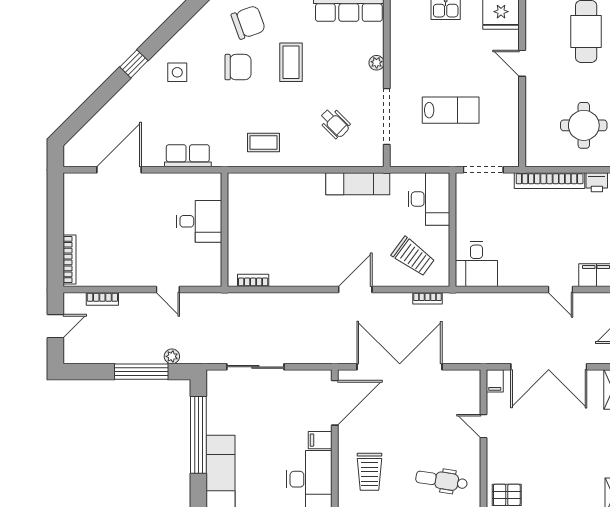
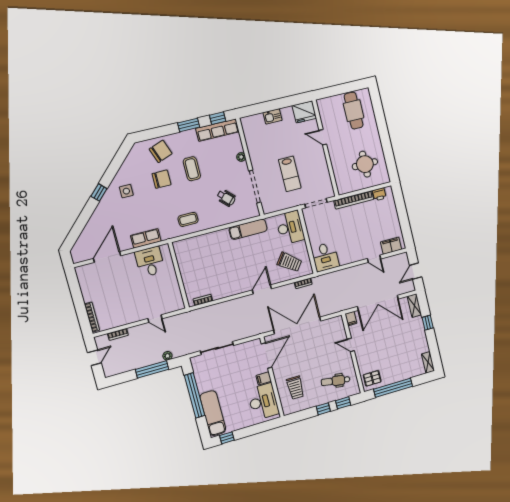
lab bench: (451, 110) -> (290, 174), turned 90
desk: (199, 221) -> (150, 262), moved, turned -90

